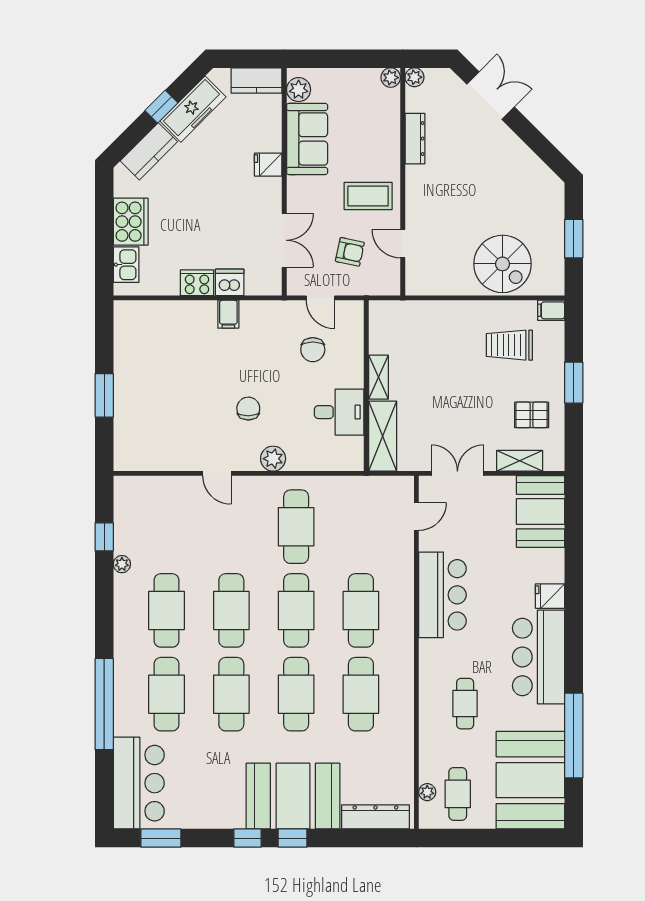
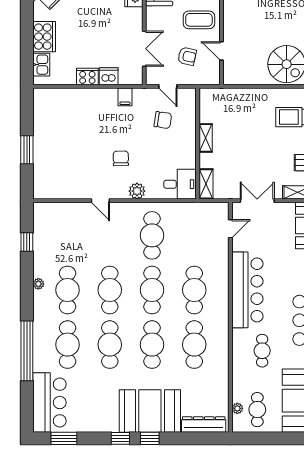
filing cabinet: (228, 314) -> (125, 97), moved
chair: (313, 350) -> (163, 120), turned -82
desk: (339, 412) -> (180, 184), moved
shelving: (383, 436) -> (206, 184), width x0.67, depth x0.75
plant: (122, 564) -> (38, 284), moved
bar counter: (442, 595) -> (247, 290), width x1.36

